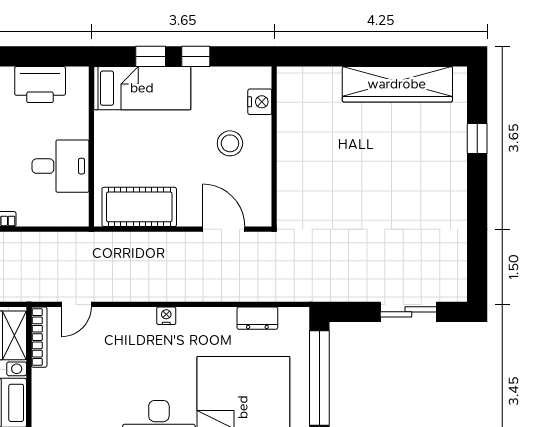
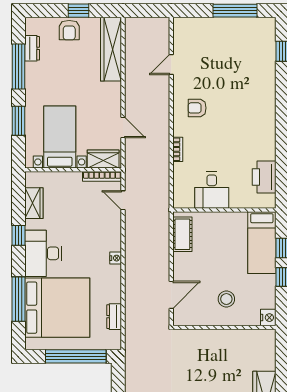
nightstand: (260, 102) -> (268, 318), moved, turned -90
cot: (139, 207) -> (182, 234), width x0.73, depth x0.75

